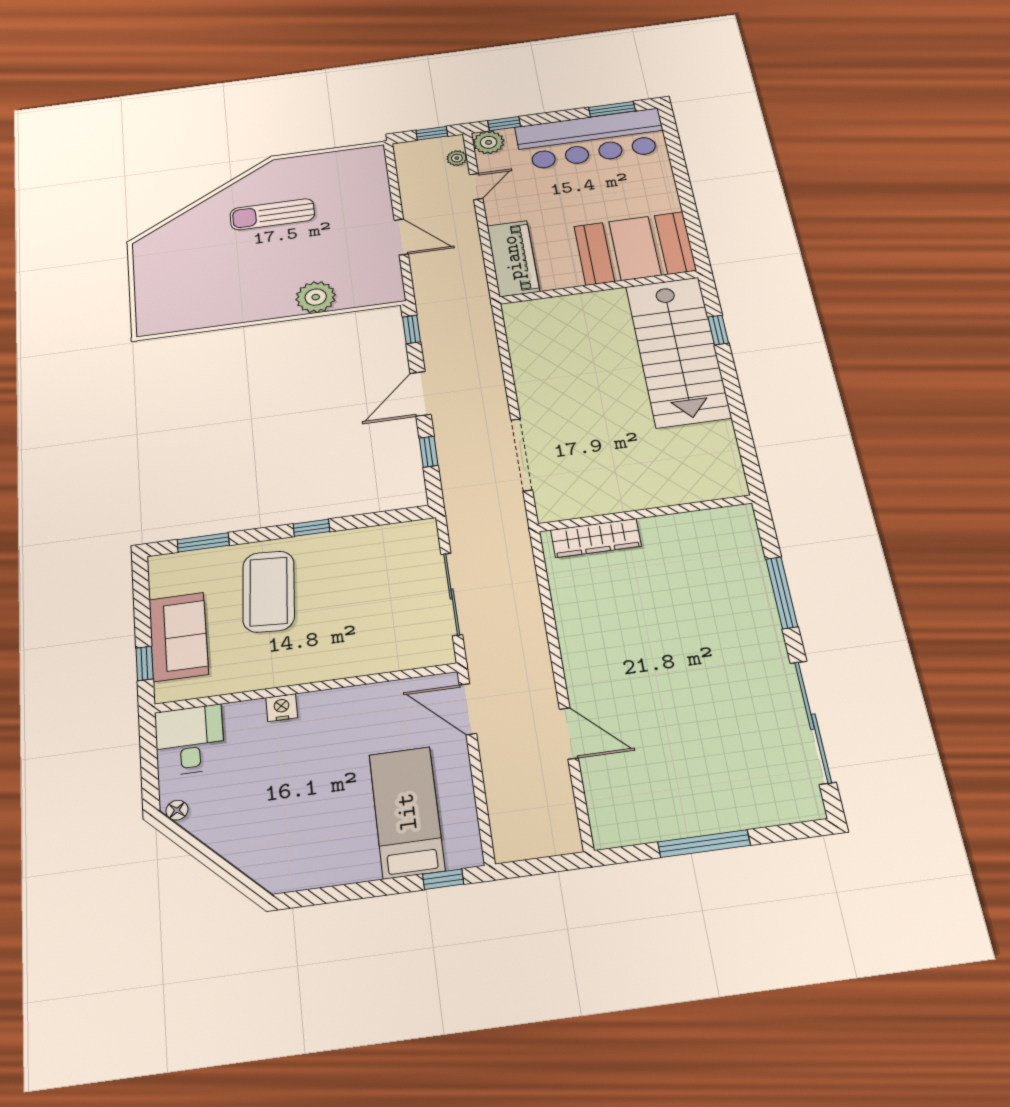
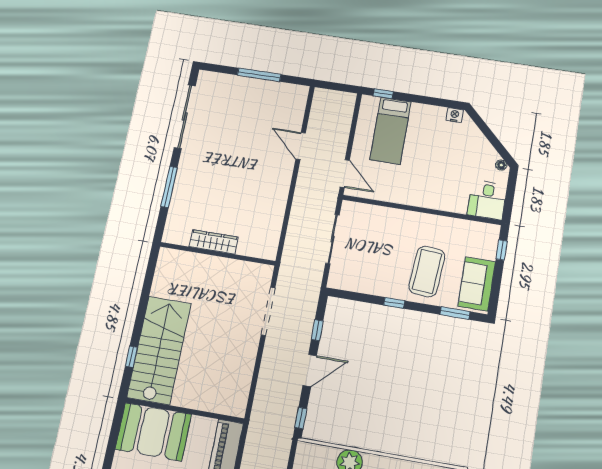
wardrobe: (596, 538) -> (214, 242), moved
sofa: (179, 637) -> (477, 284), moved
nightstand: (282, 708) -> (455, 115), moved, turned 180

